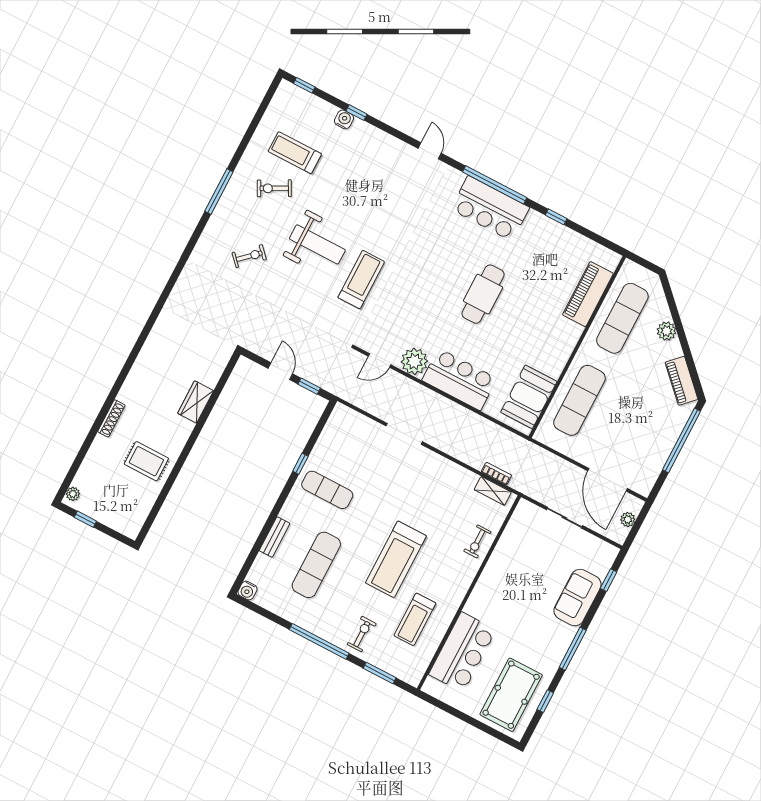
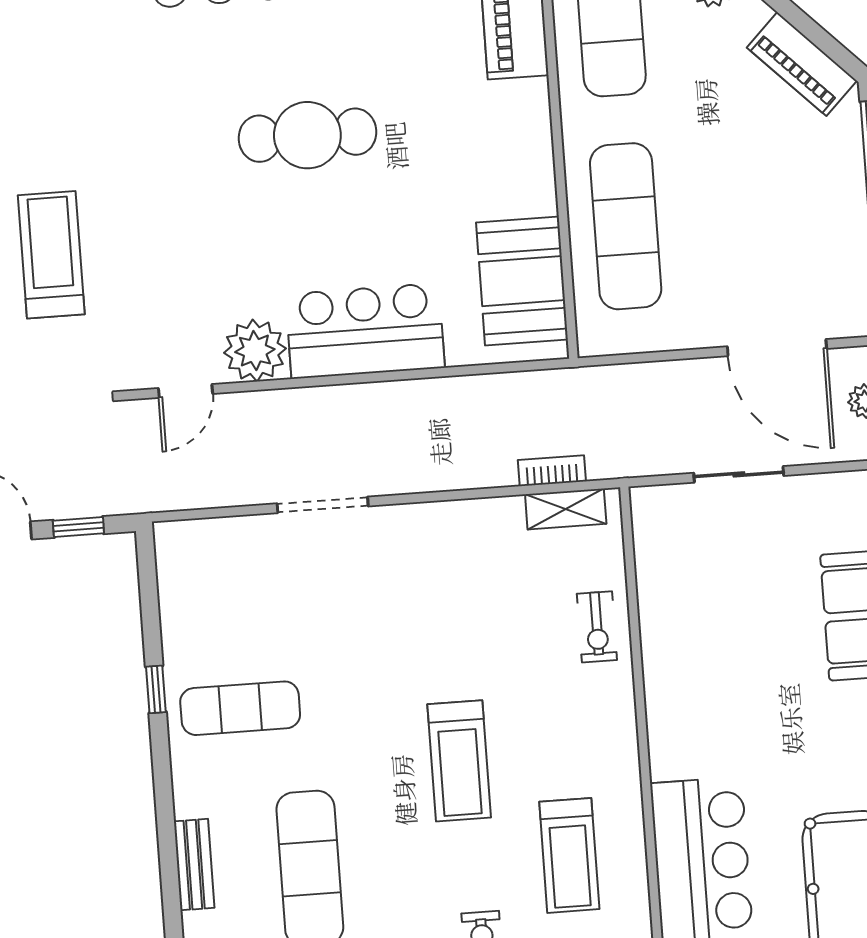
cafe table: (483, 294) -> (307, 135), turned 90
treadmill: (396, 559) -> (459, 761), width x0.73, depth x0.73

